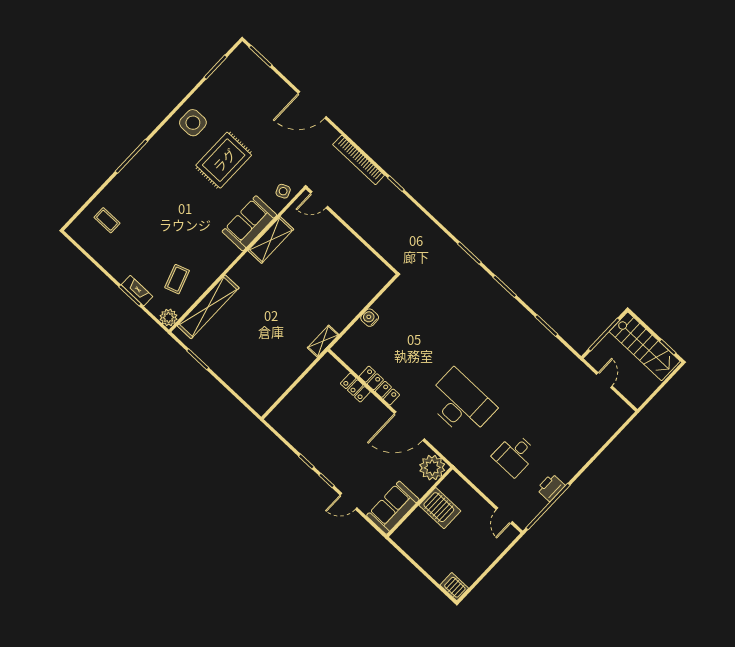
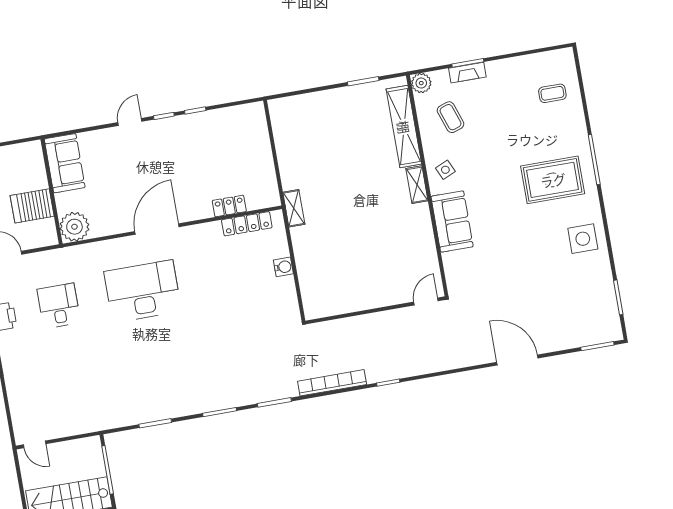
door: (312, 105) -> (517, 360), hinge flipped
rug: (224, 160) -> (553, 180), moved, turned 90
bookcase: (359, 160) -> (332, 383), moved
side table: (283, 191) -> (445, 170), moved
shelving: (271, 240) -> (417, 185), moved, width x0.67, depth x0.75
door: (604, 380) -> (35, 444), moved
locker: (379, 386) -> (247, 224), moved
desk: (460, 404) -> (143, 291), turned 180
plant: (432, 468) -> (74, 227), moved
wall: (420, 502) -> (52, 192), moved
sofa: (393, 508) -> (65, 163), moved
server rack: (440, 508) -> (32, 206), moved

